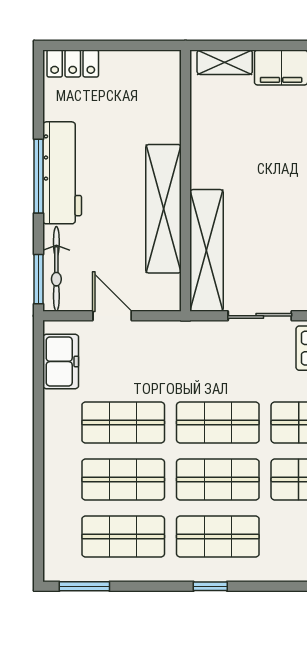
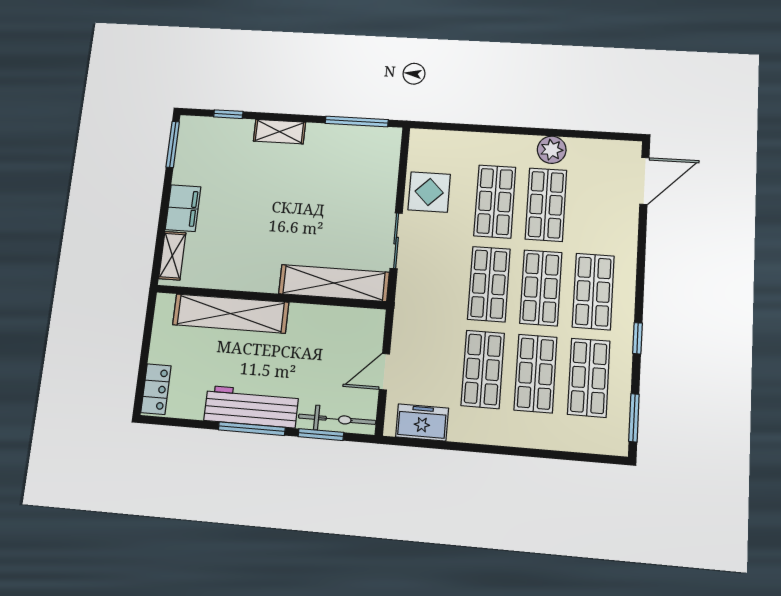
shelving: (163, 209) -> (231, 314), moved
window: (38, 279) -> (321, 435), moved
window: (210, 586) -> (637, 338), moved

